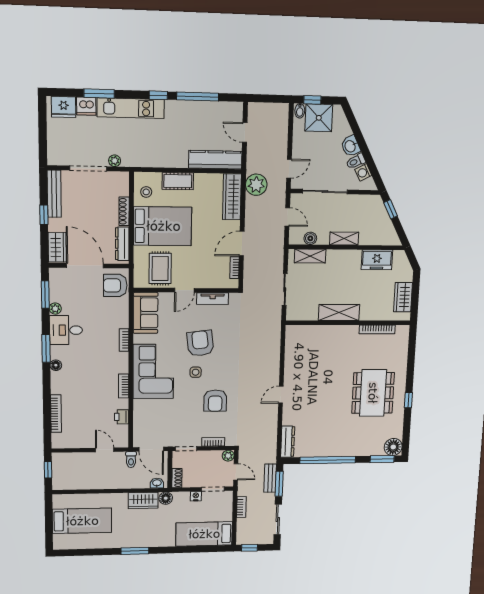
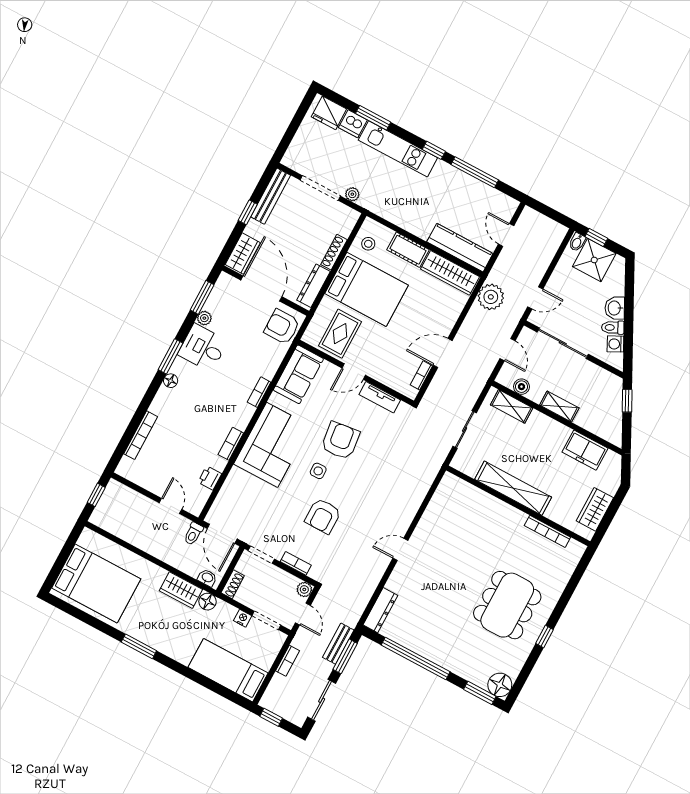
wardrobe: (232, 197) -> (450, 273), moved, turned -90
shelving: (339, 312) -> (513, 488), width x1.47
bed: (82, 521) -> (96, 584), width x1.50

